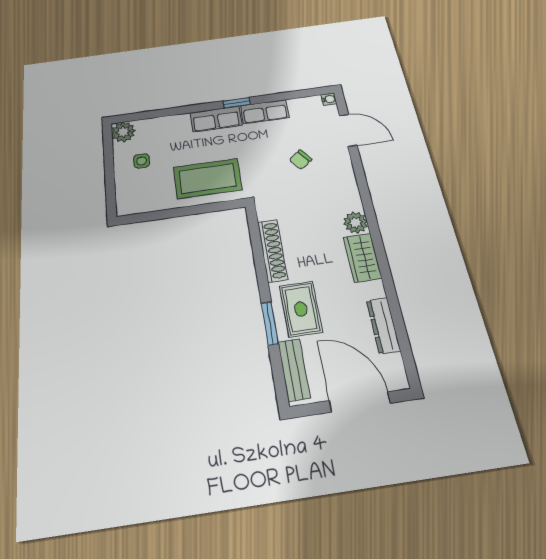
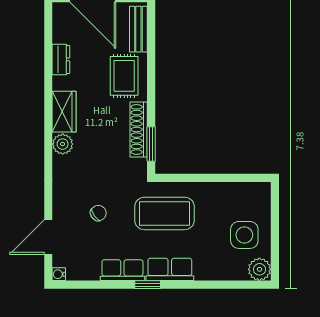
door: (348, 130) -> (48, 237), hinge flipped
side table: (142, 161) -> (244, 235), width x1.87, depth x1.87
coffee table: (207, 179) -> (165, 213), moved
window: (270, 323) -> (151, 144), moved
dresser: (383, 326) -> (61, 59), width x0.70

